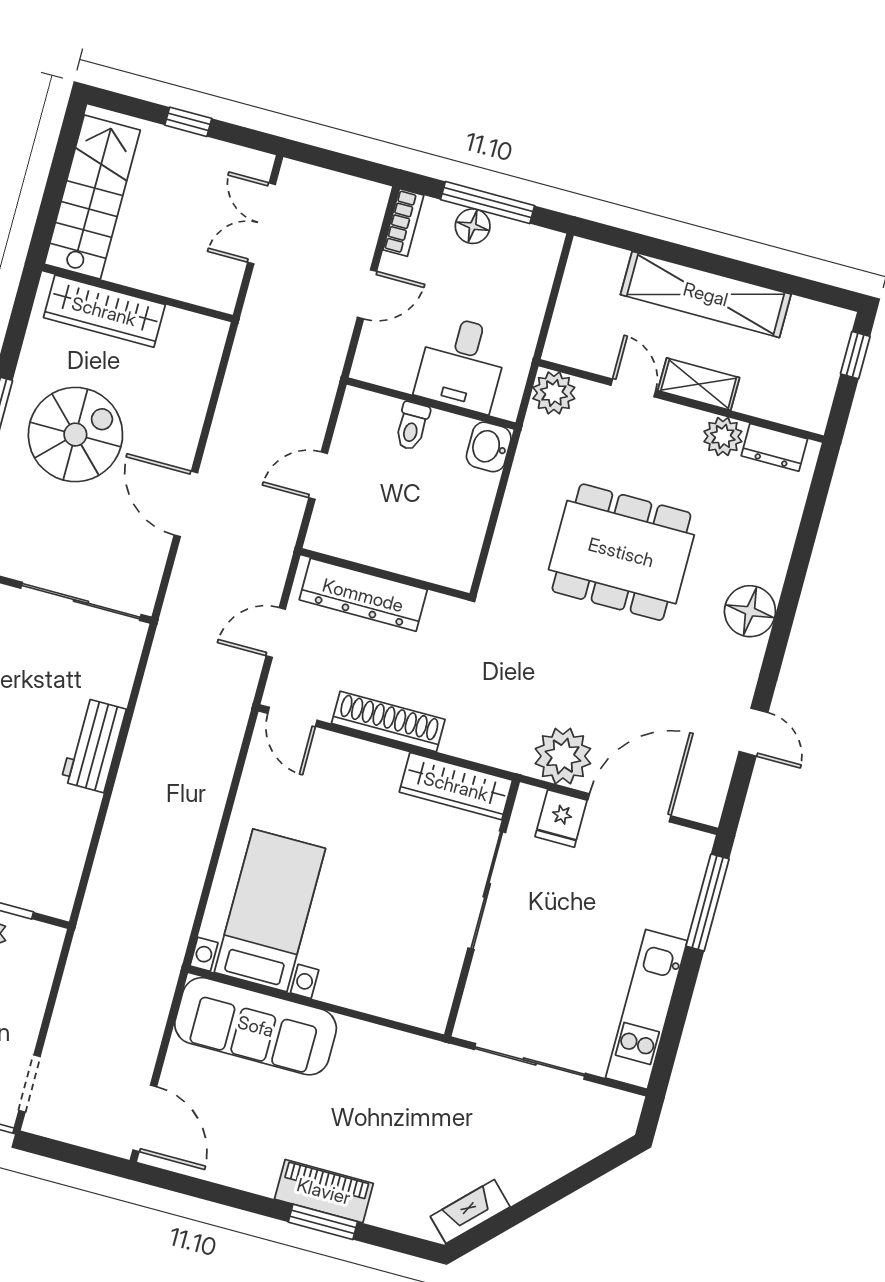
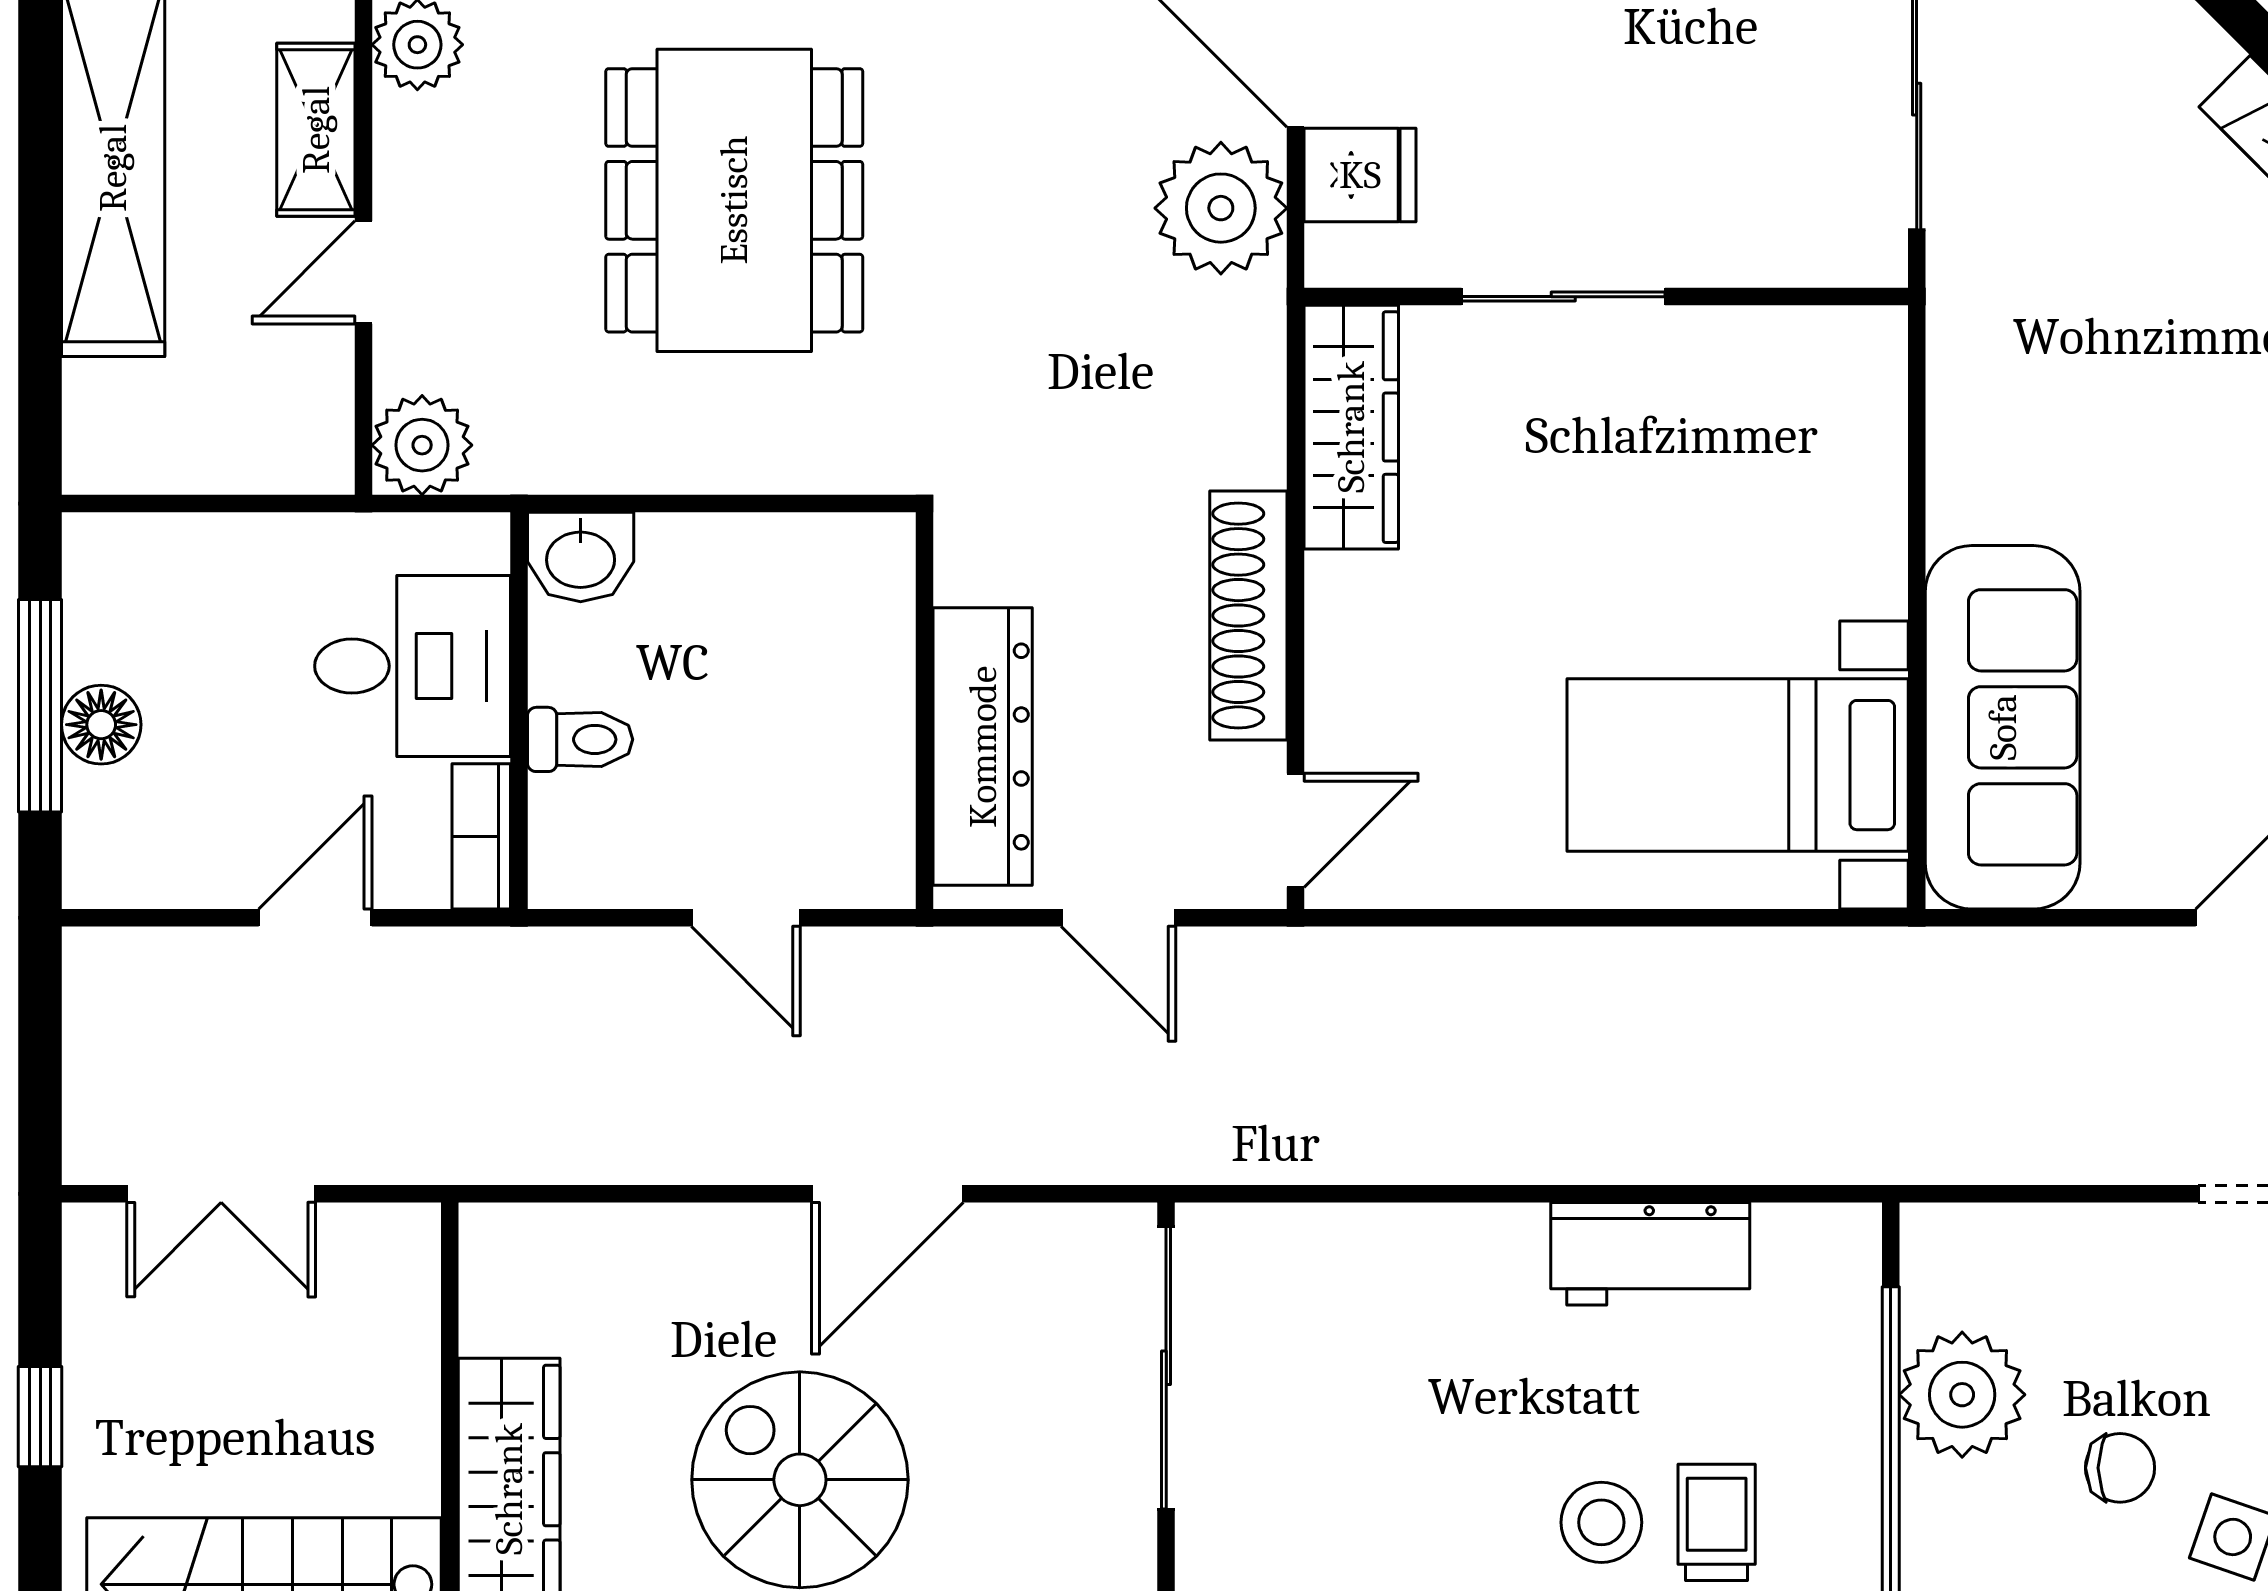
bookcase: (403, 222) -> (481, 836), moved, turned -90
door: (367, 294) -> (315, 918), hinge flipped
workbench: (94, 745) -> (1650, 1254), moved
sliding door: (487, 890) -> (1563, 297), width x0.73

